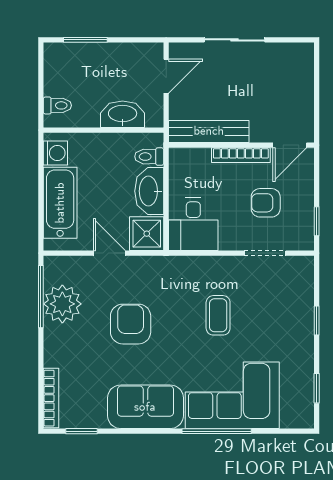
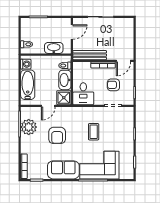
door: (109, 253) -> (48, 106), swing flipped
armchair: (131, 324) -> (57, 135), turned 180

